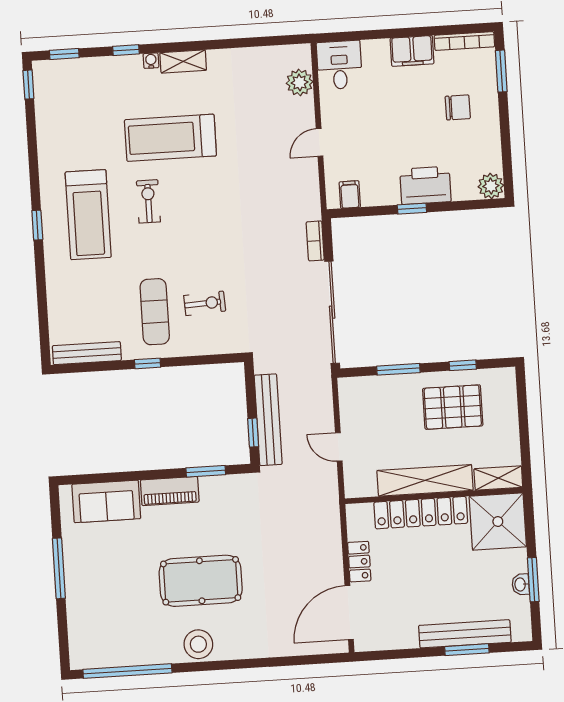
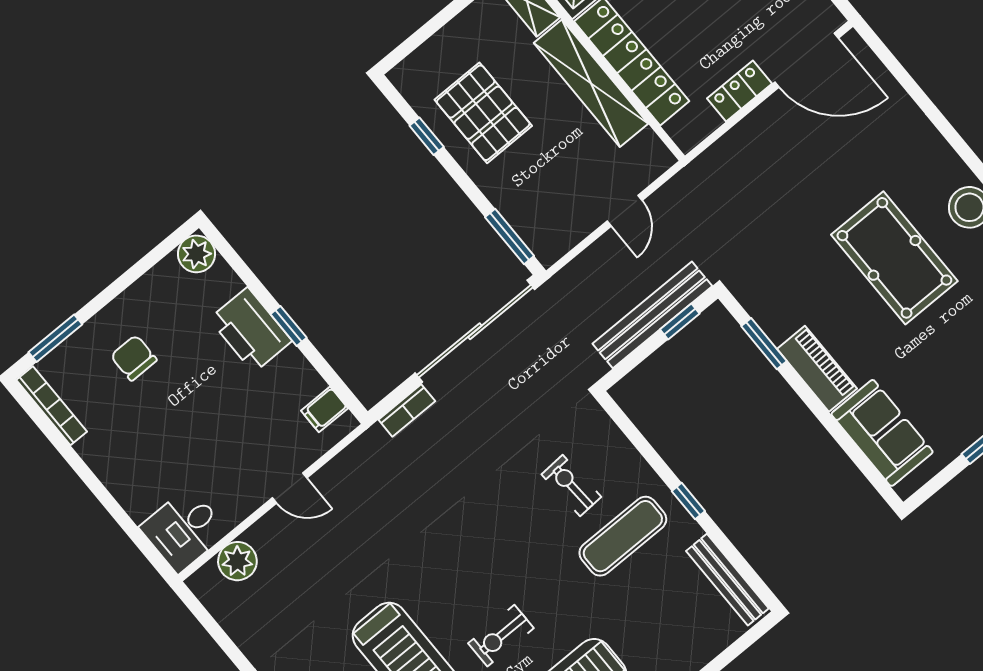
filing cabinet: (412, 51) -> (107, 458), removed
window: (398, 369) -> (510, 237), moved

